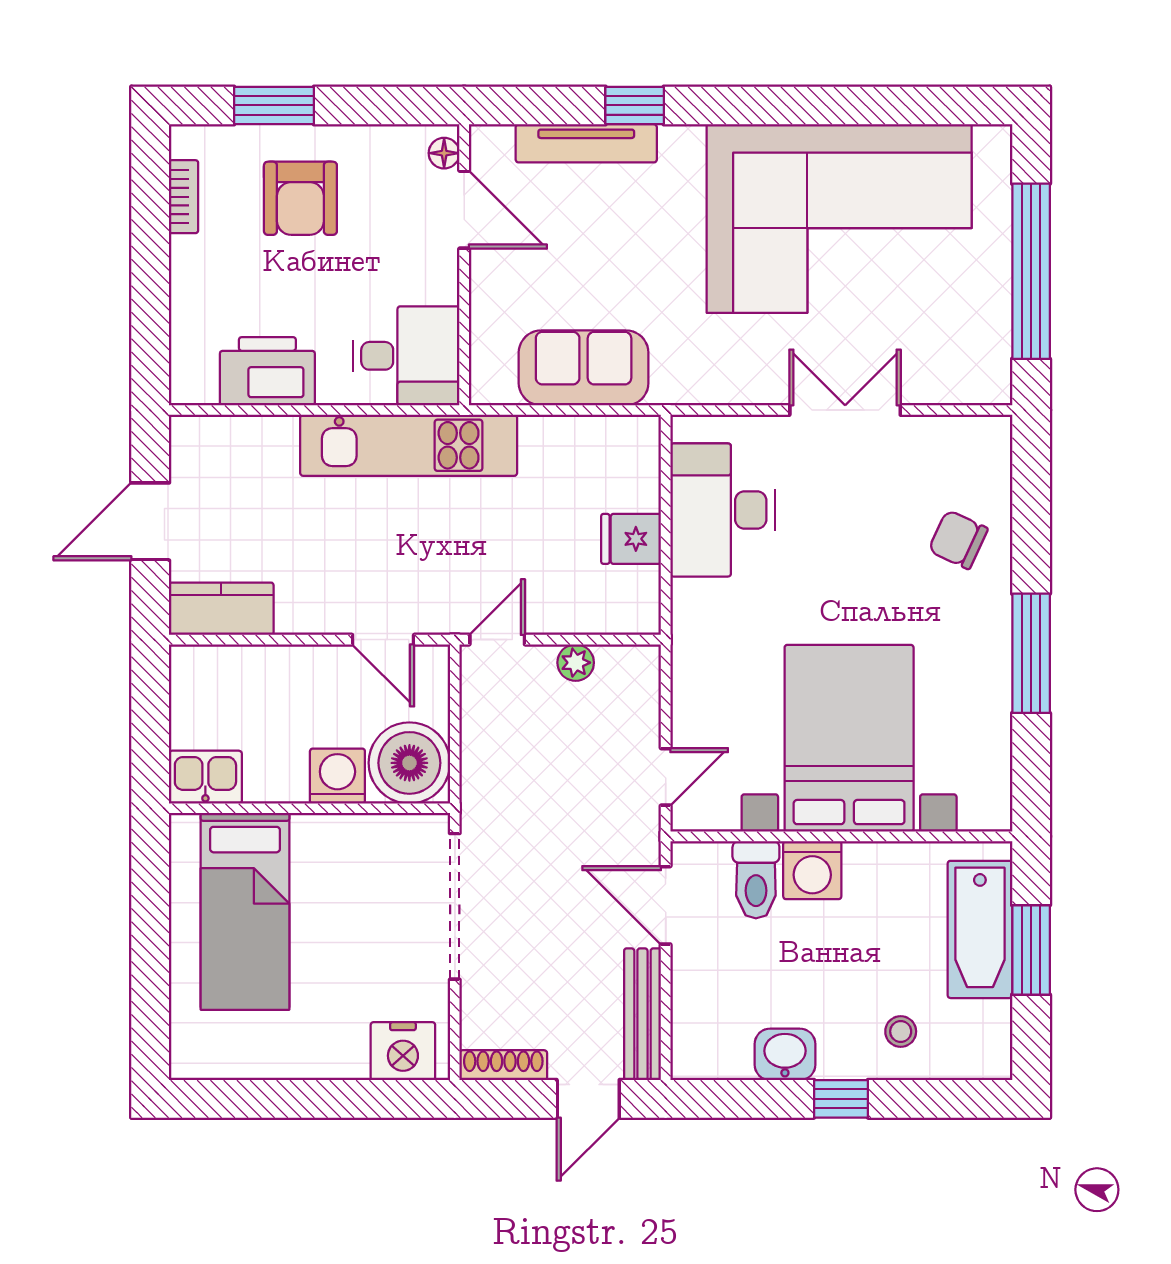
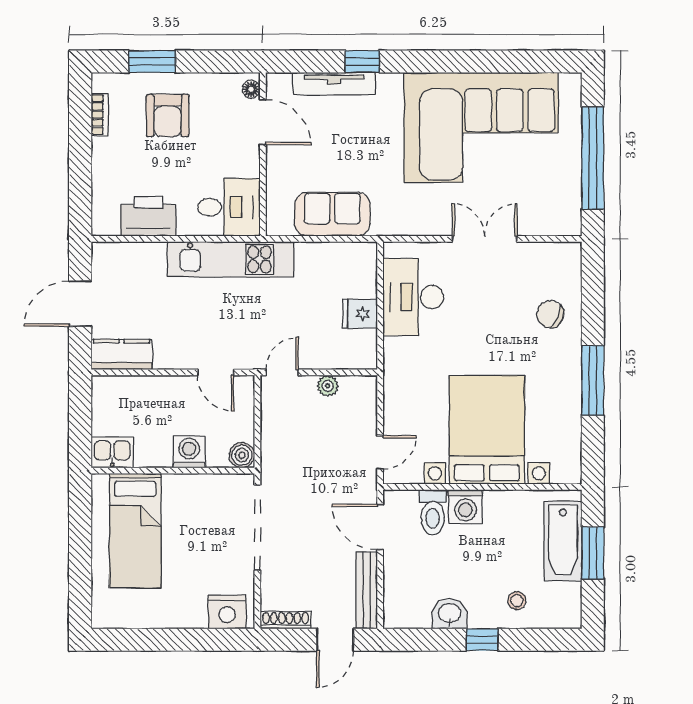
boiler: (409, 763) -> (242, 455), width x0.54, depth x0.54

